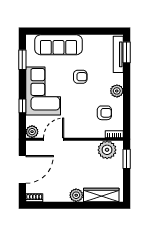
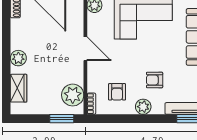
armchair: (80, 77) -> (155, 80), moved, turned 90
door: (54, 139) -> (85, 49), moved
wardrobe: (101, 195) -> (19, 88), width x0.67

